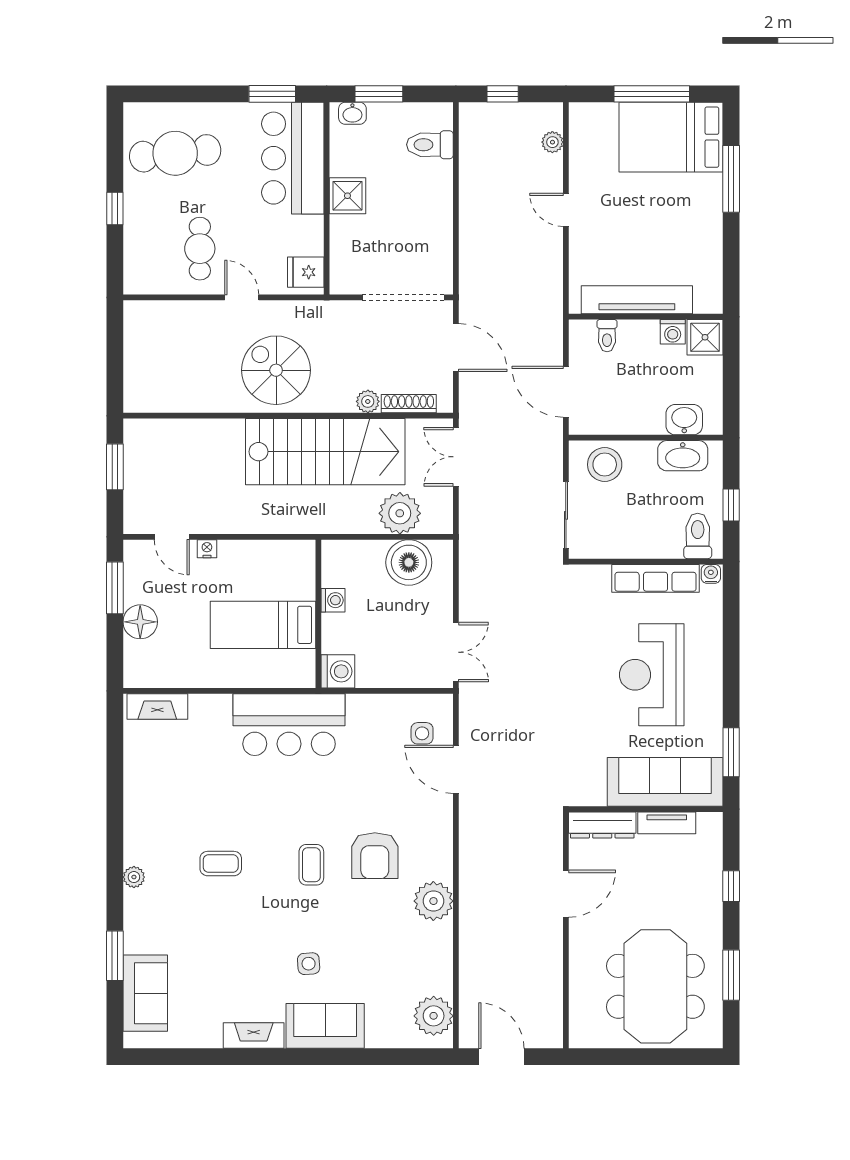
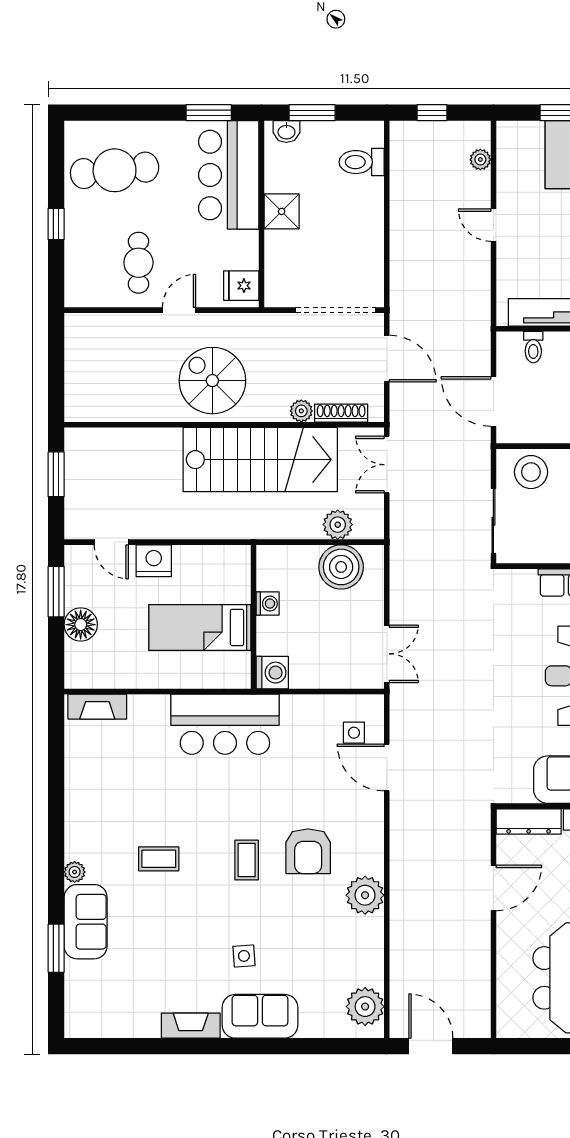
door: (242, 297) -> (179, 310), hinge flipped
plant: (400, 513) -> (338, 525), width x0.73, depth x0.73
nightstand: (207, 549) -> (154, 561), width x1.89, depth x1.79
sofa: (145, 993) -> (86, 922), moved

